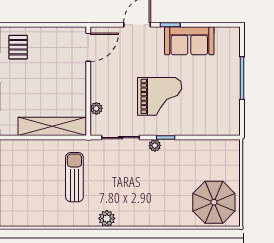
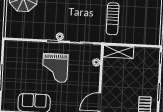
grand piano: (160, 96) -> (55, 68), turned -90
shelving: (52, 126) -> (118, 52), width x0.68

